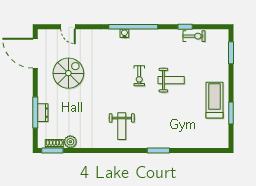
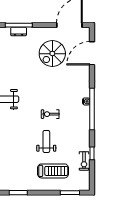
door: (68, 27) -> (92, 53), width x1.88
spiral stairs: (68, 73) -> (52, 54), turned 90
weight bench: (171, 80) -> (46, 141), turned 180
treadmill: (215, 100) -> (53, 171), moved

